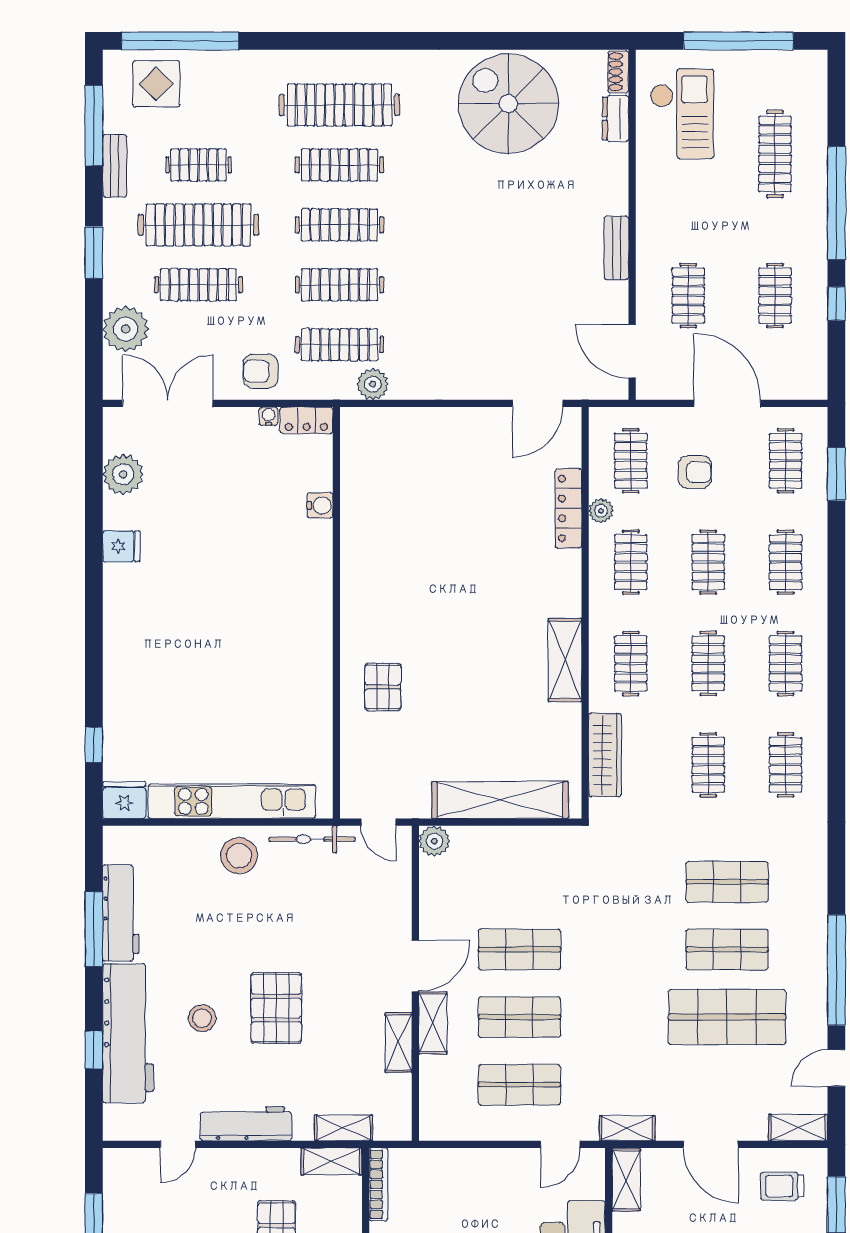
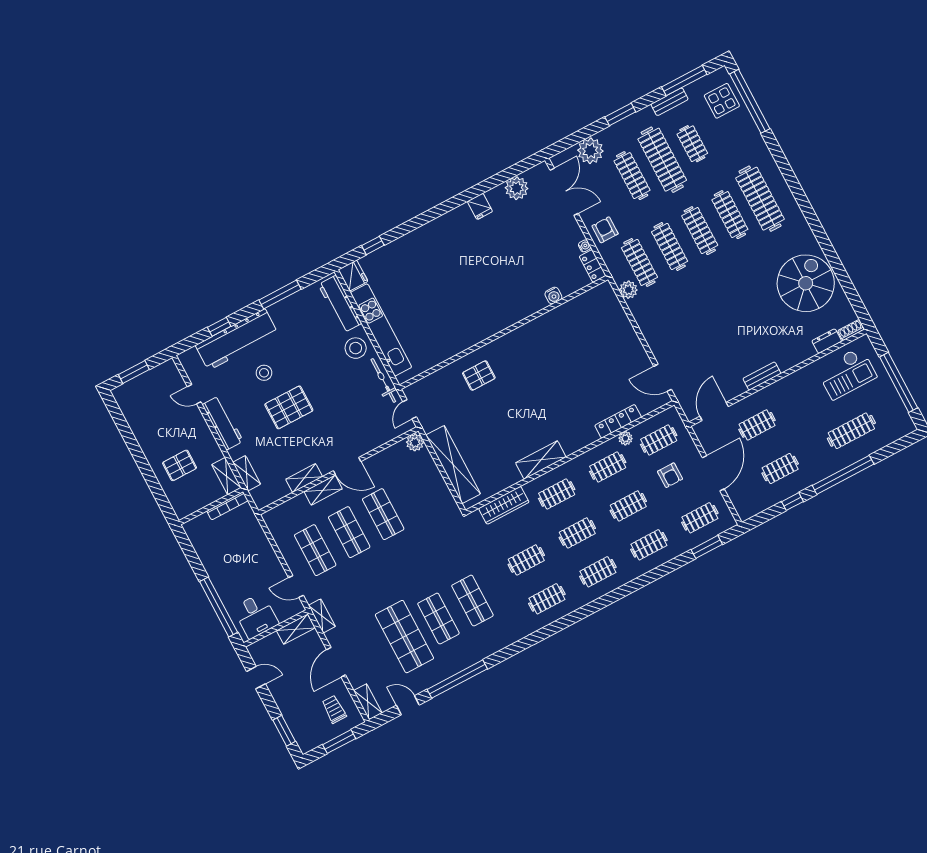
workbench: (121, 913) -> (340, 304), moved, turned 90

